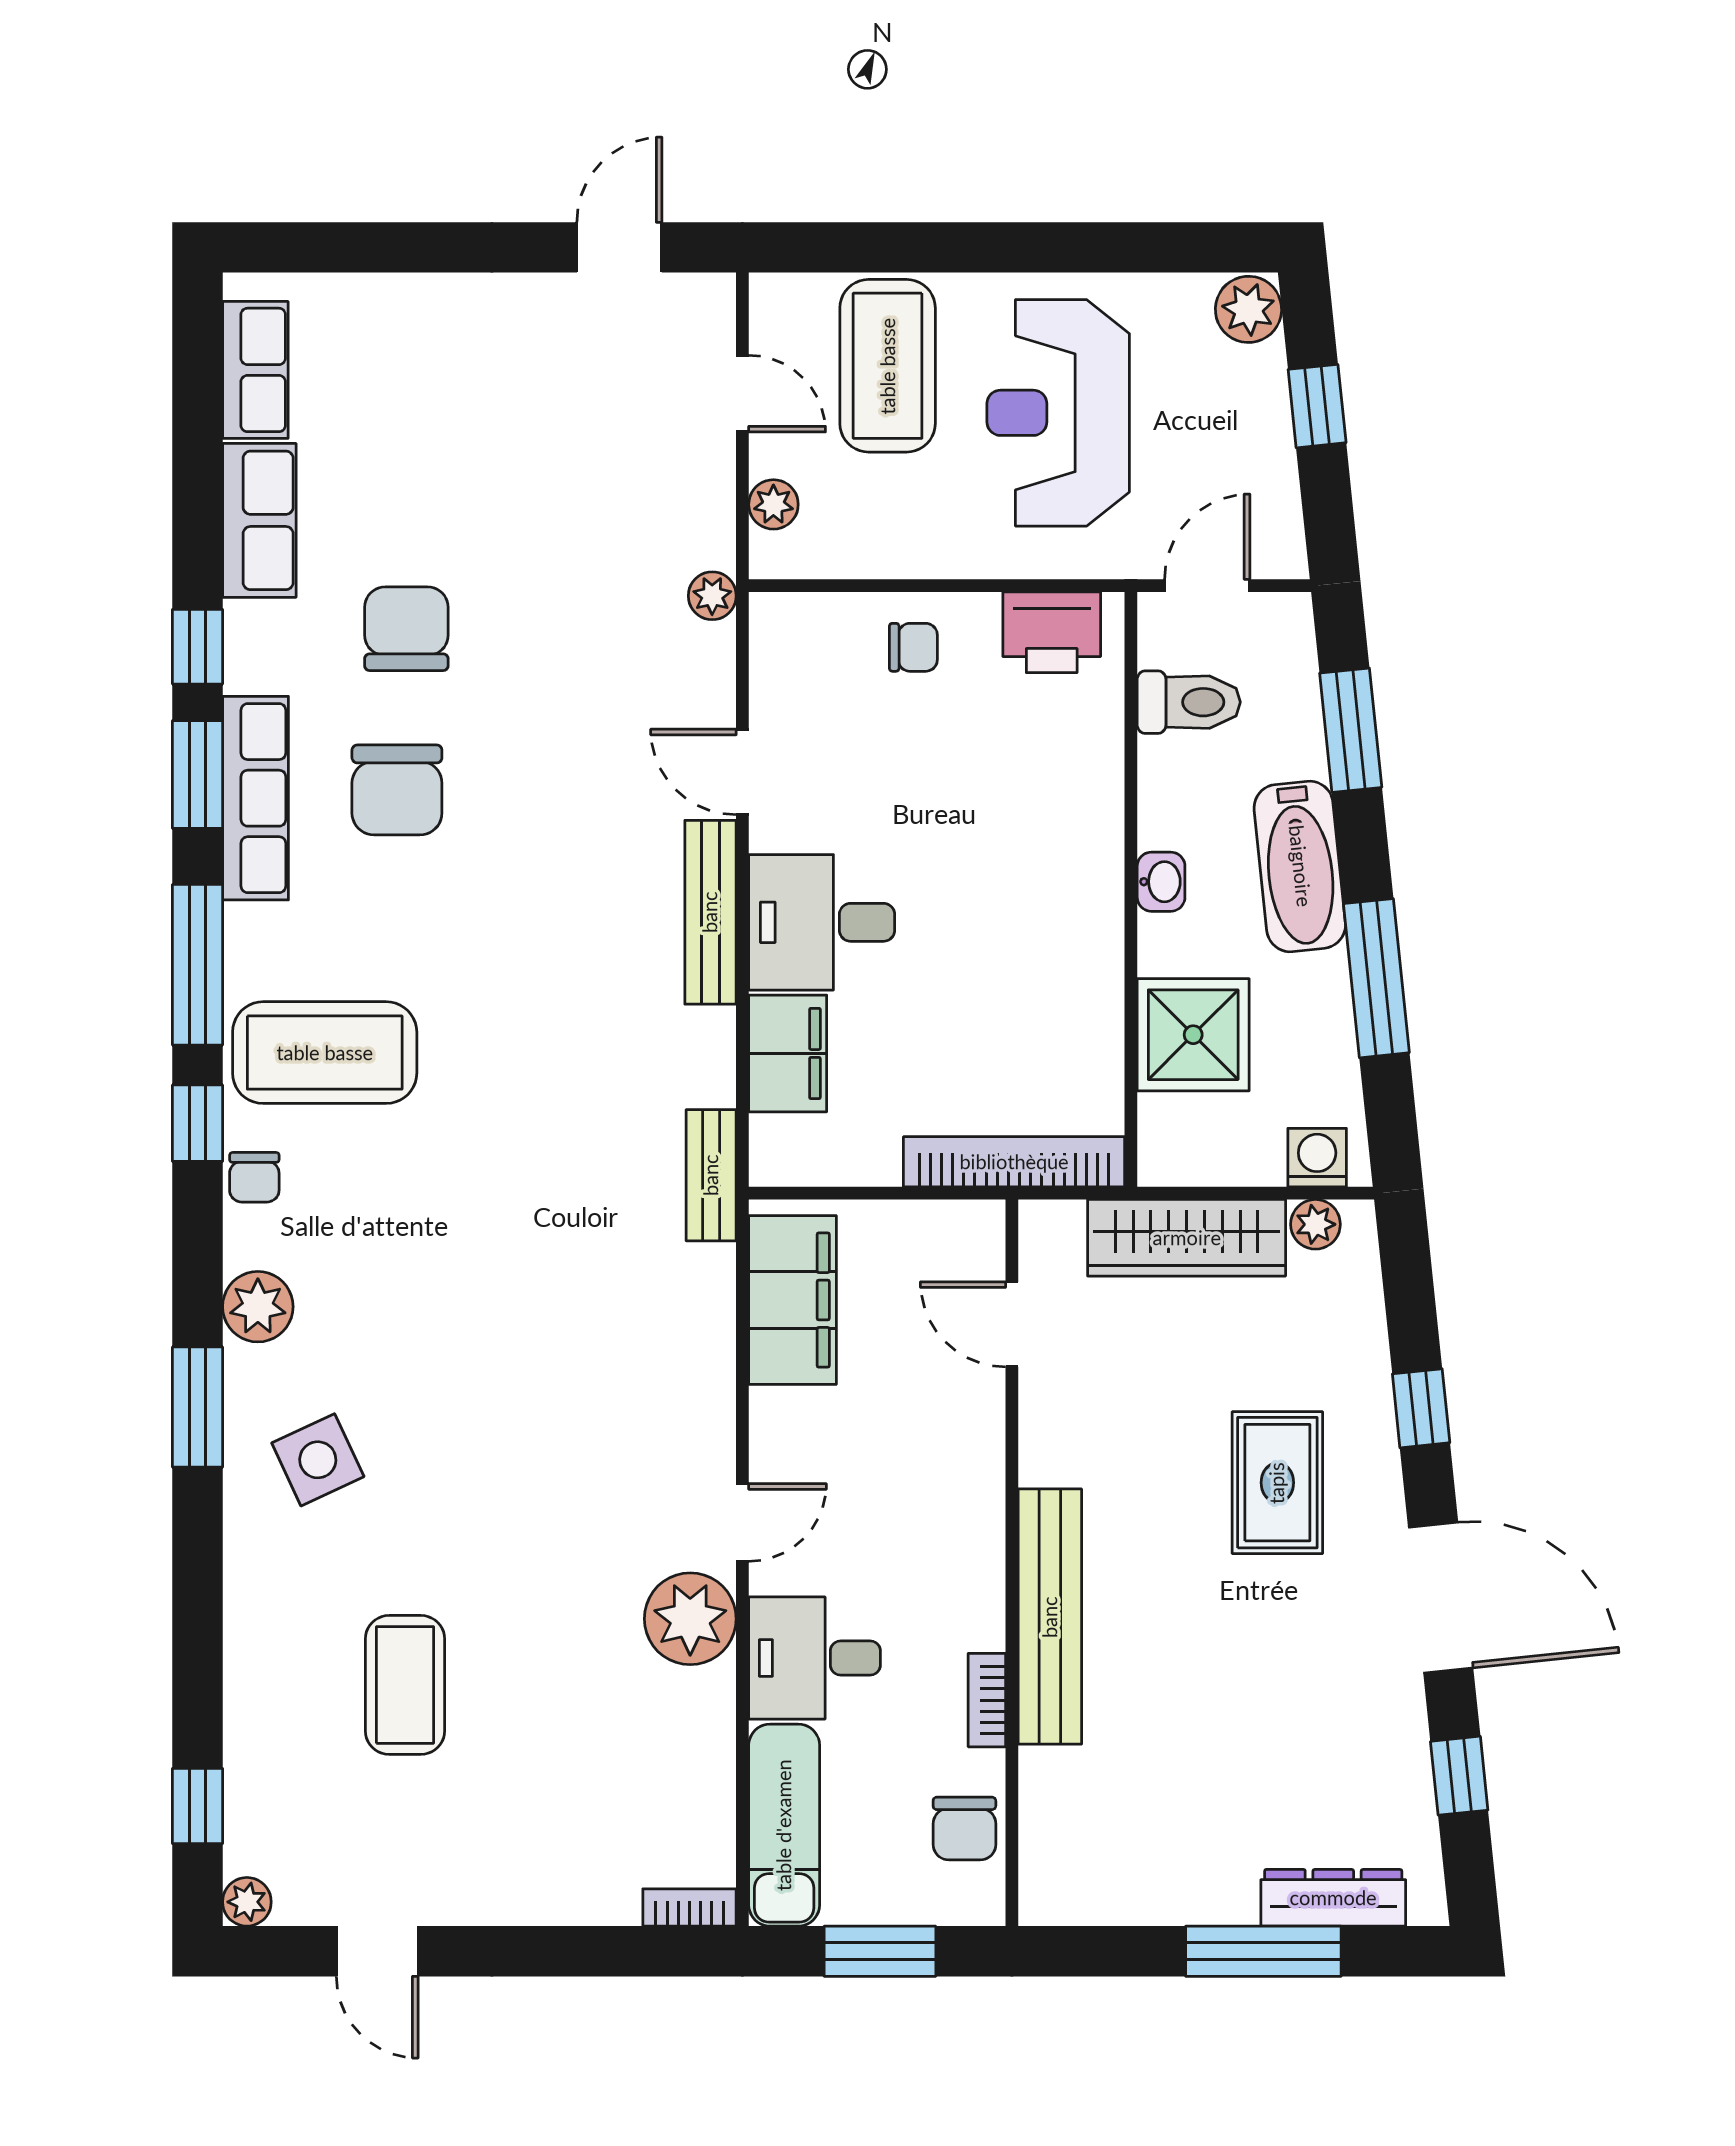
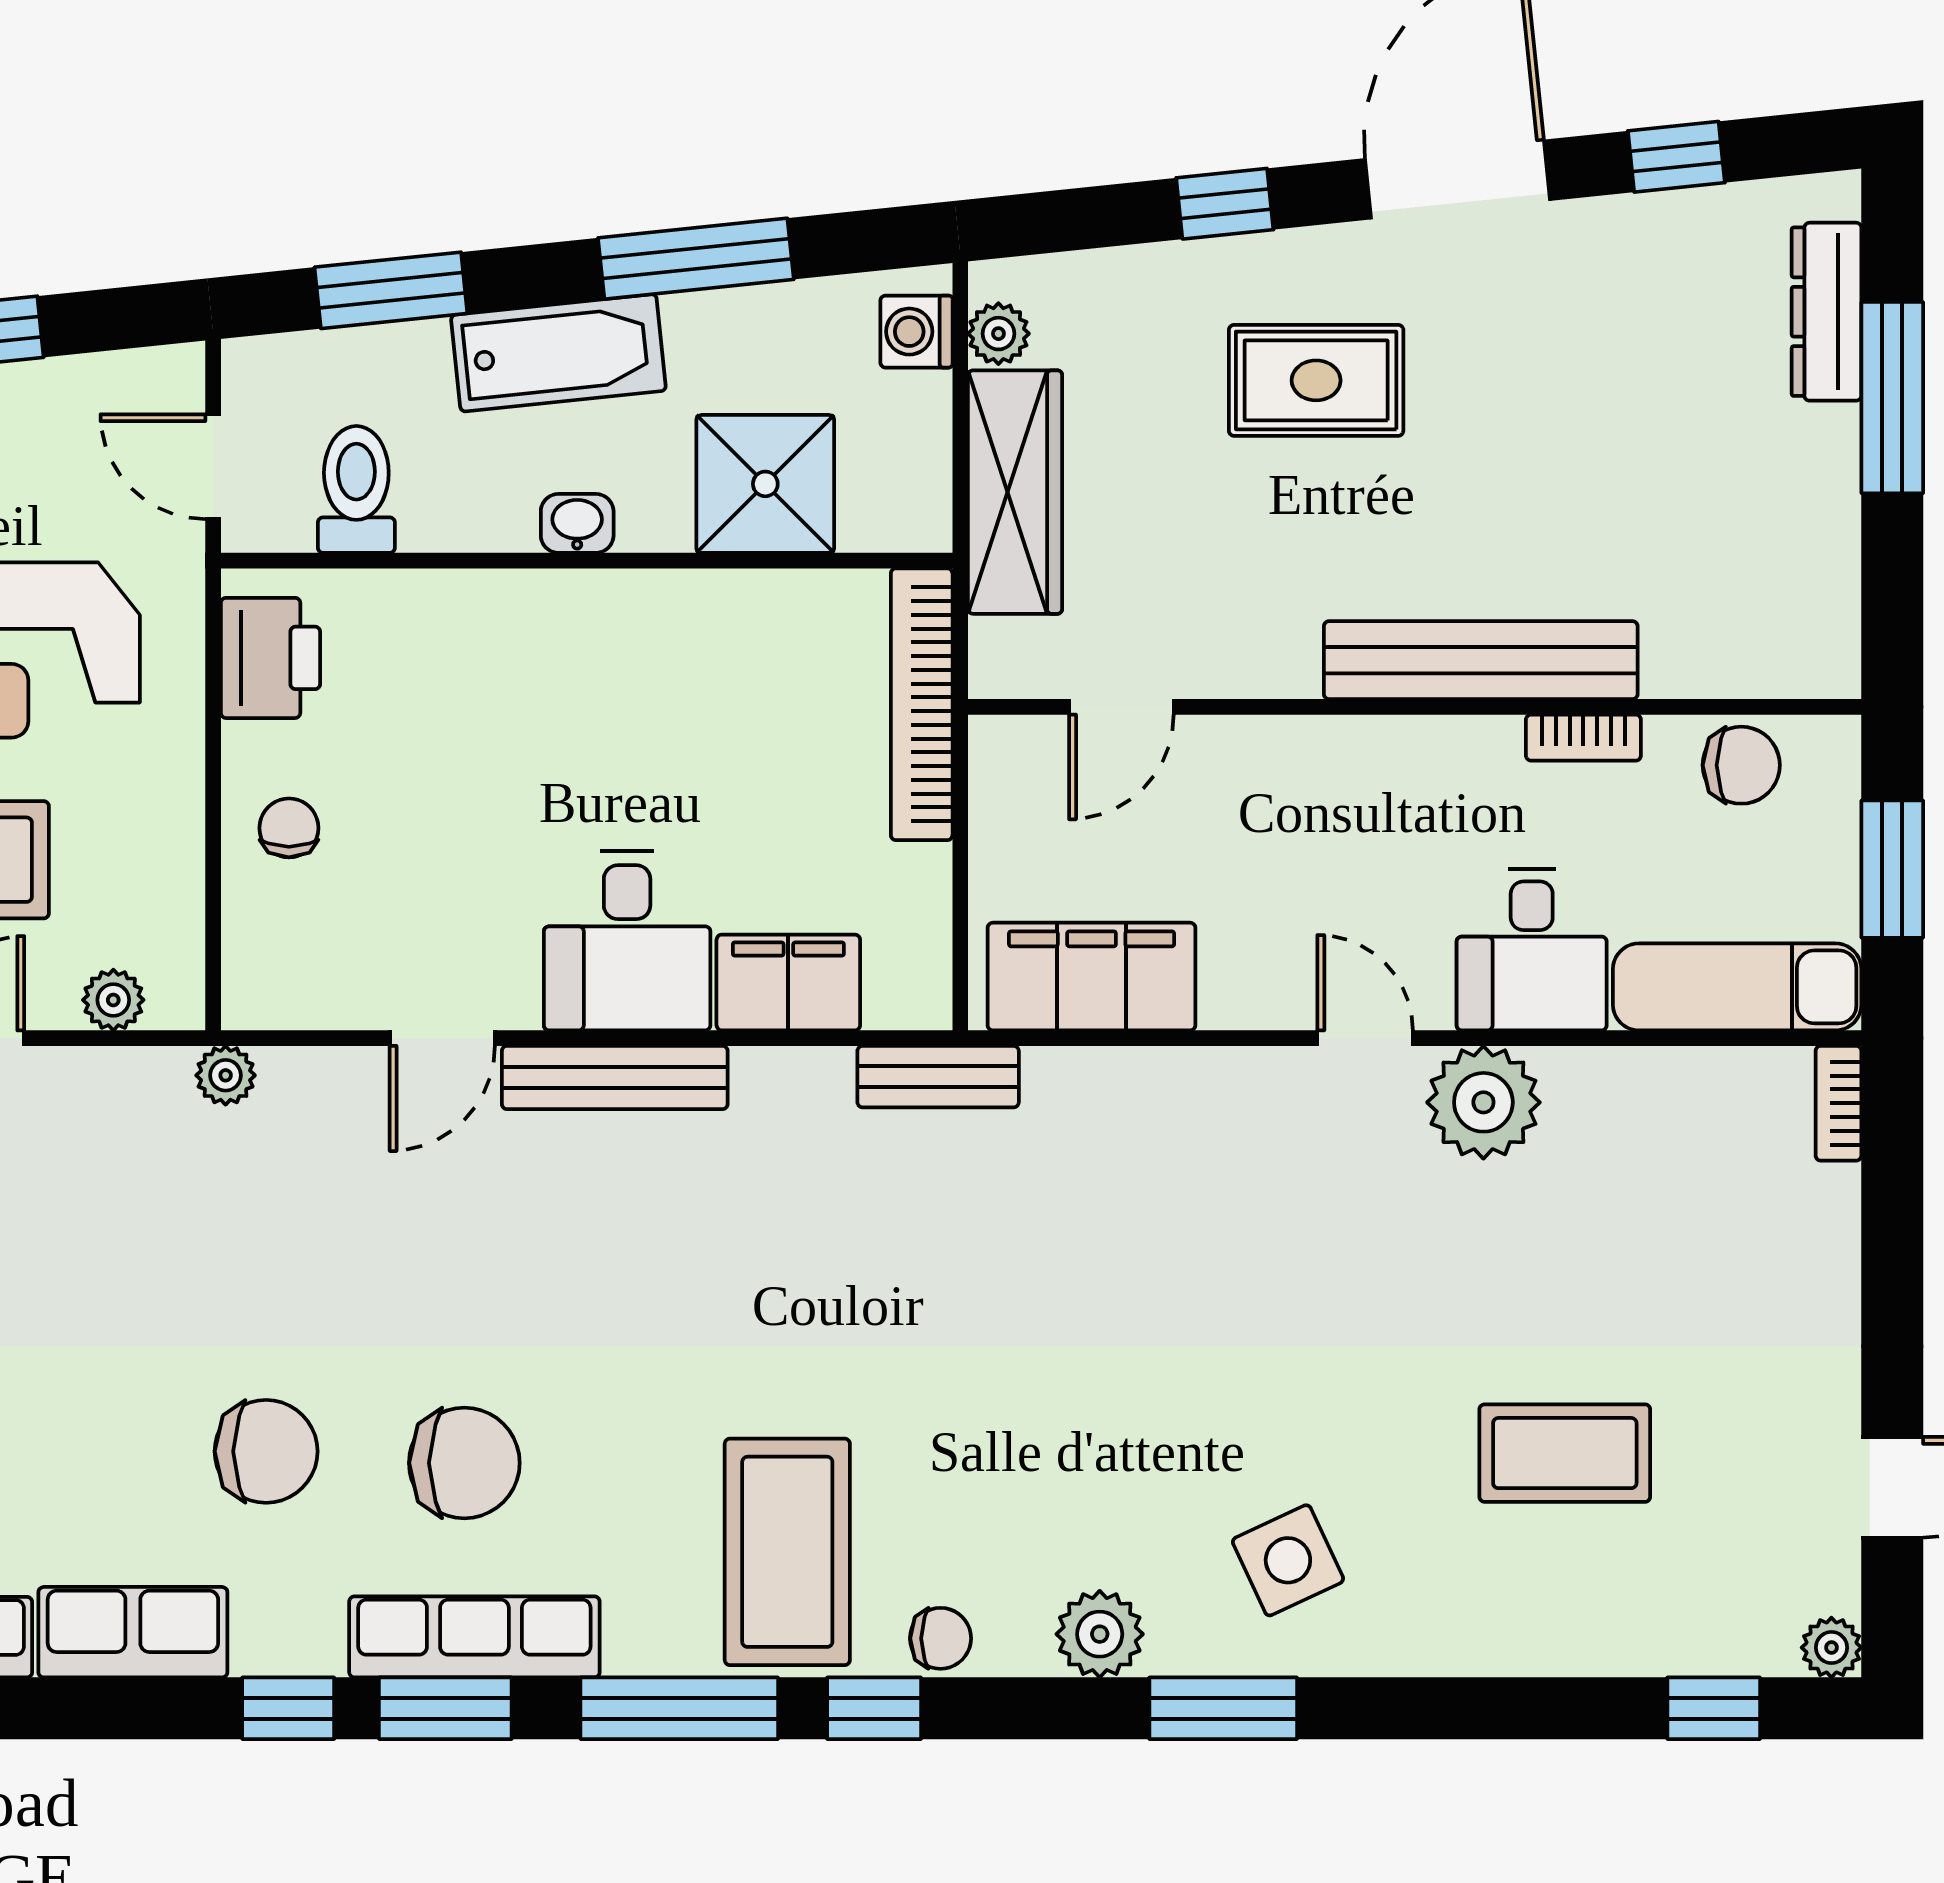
chair: (406, 629) -> (266, 1451), turned 180

